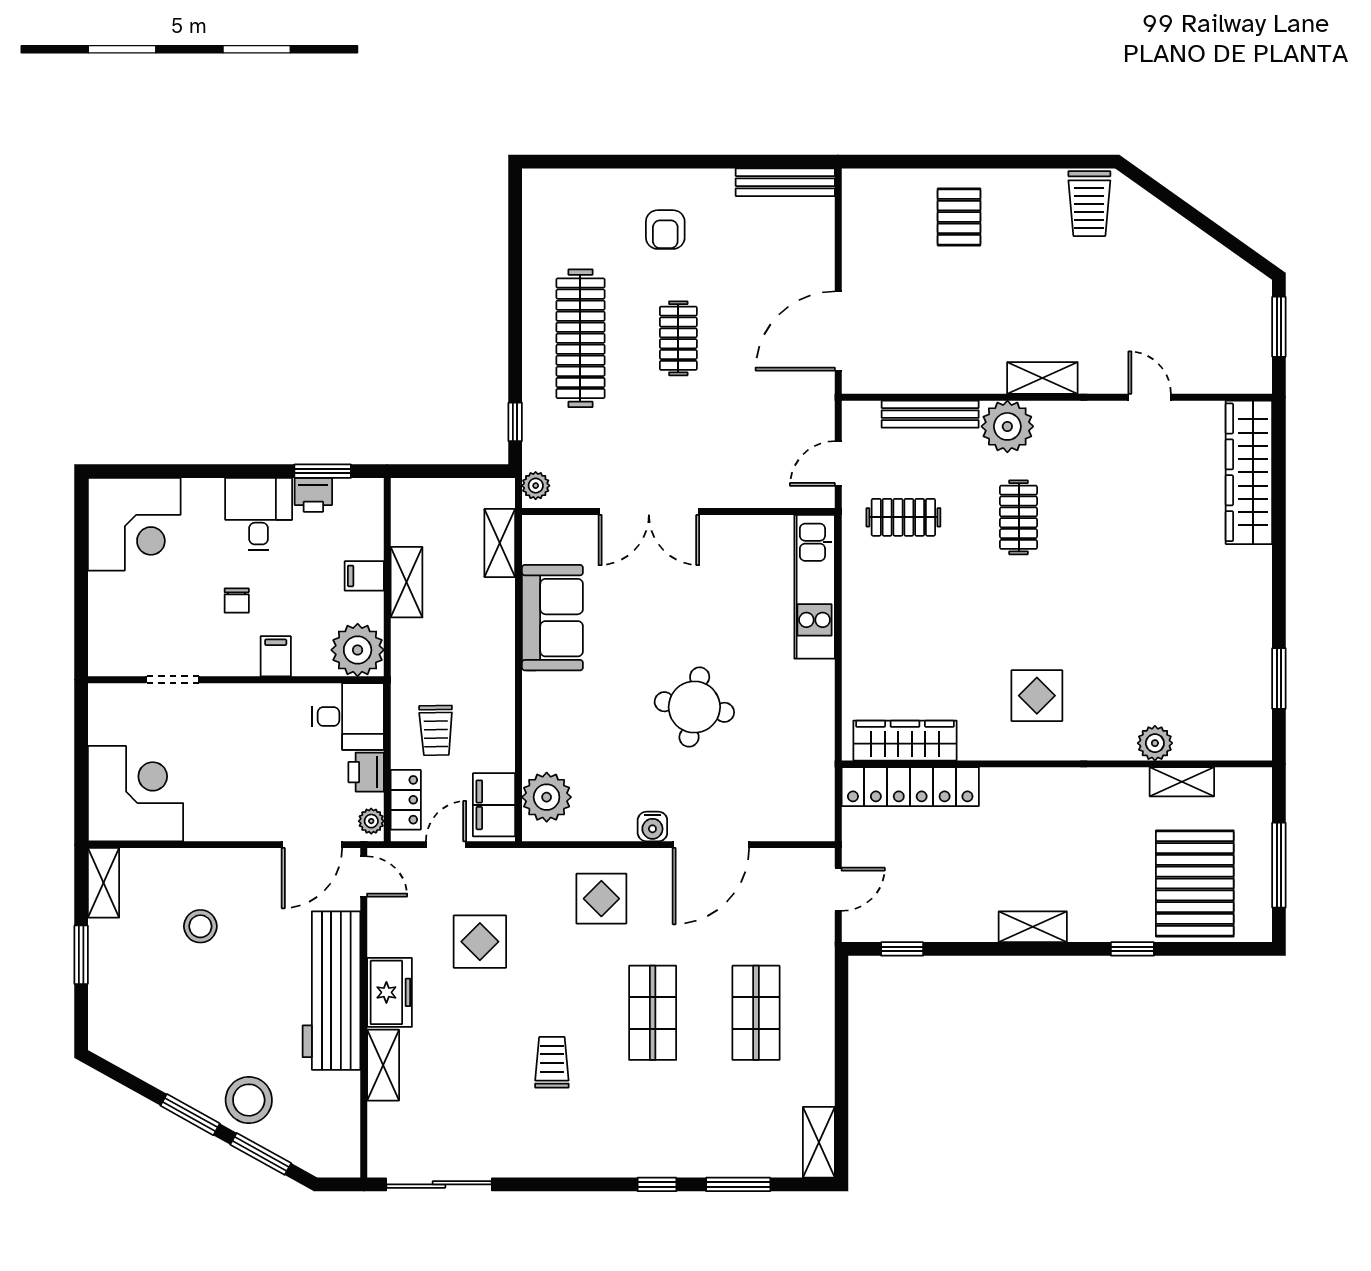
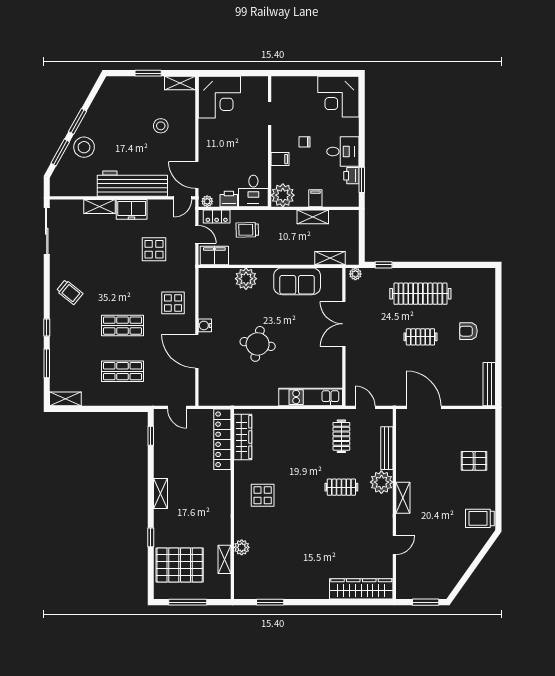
plant: (547, 797) -> (246, 279), moved
trolley: (552, 1062) -> (70, 292), moved, turned 39

